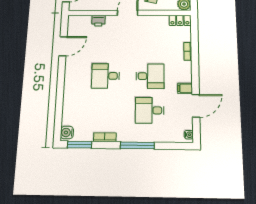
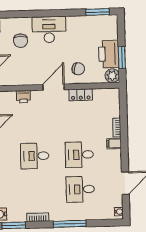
locker: (180, 20) -> (81, 95), moved
desk: (150, 76) -> (79, 155), turned 180
filing cabinet: (185, 88) -> (114, 143), moved

